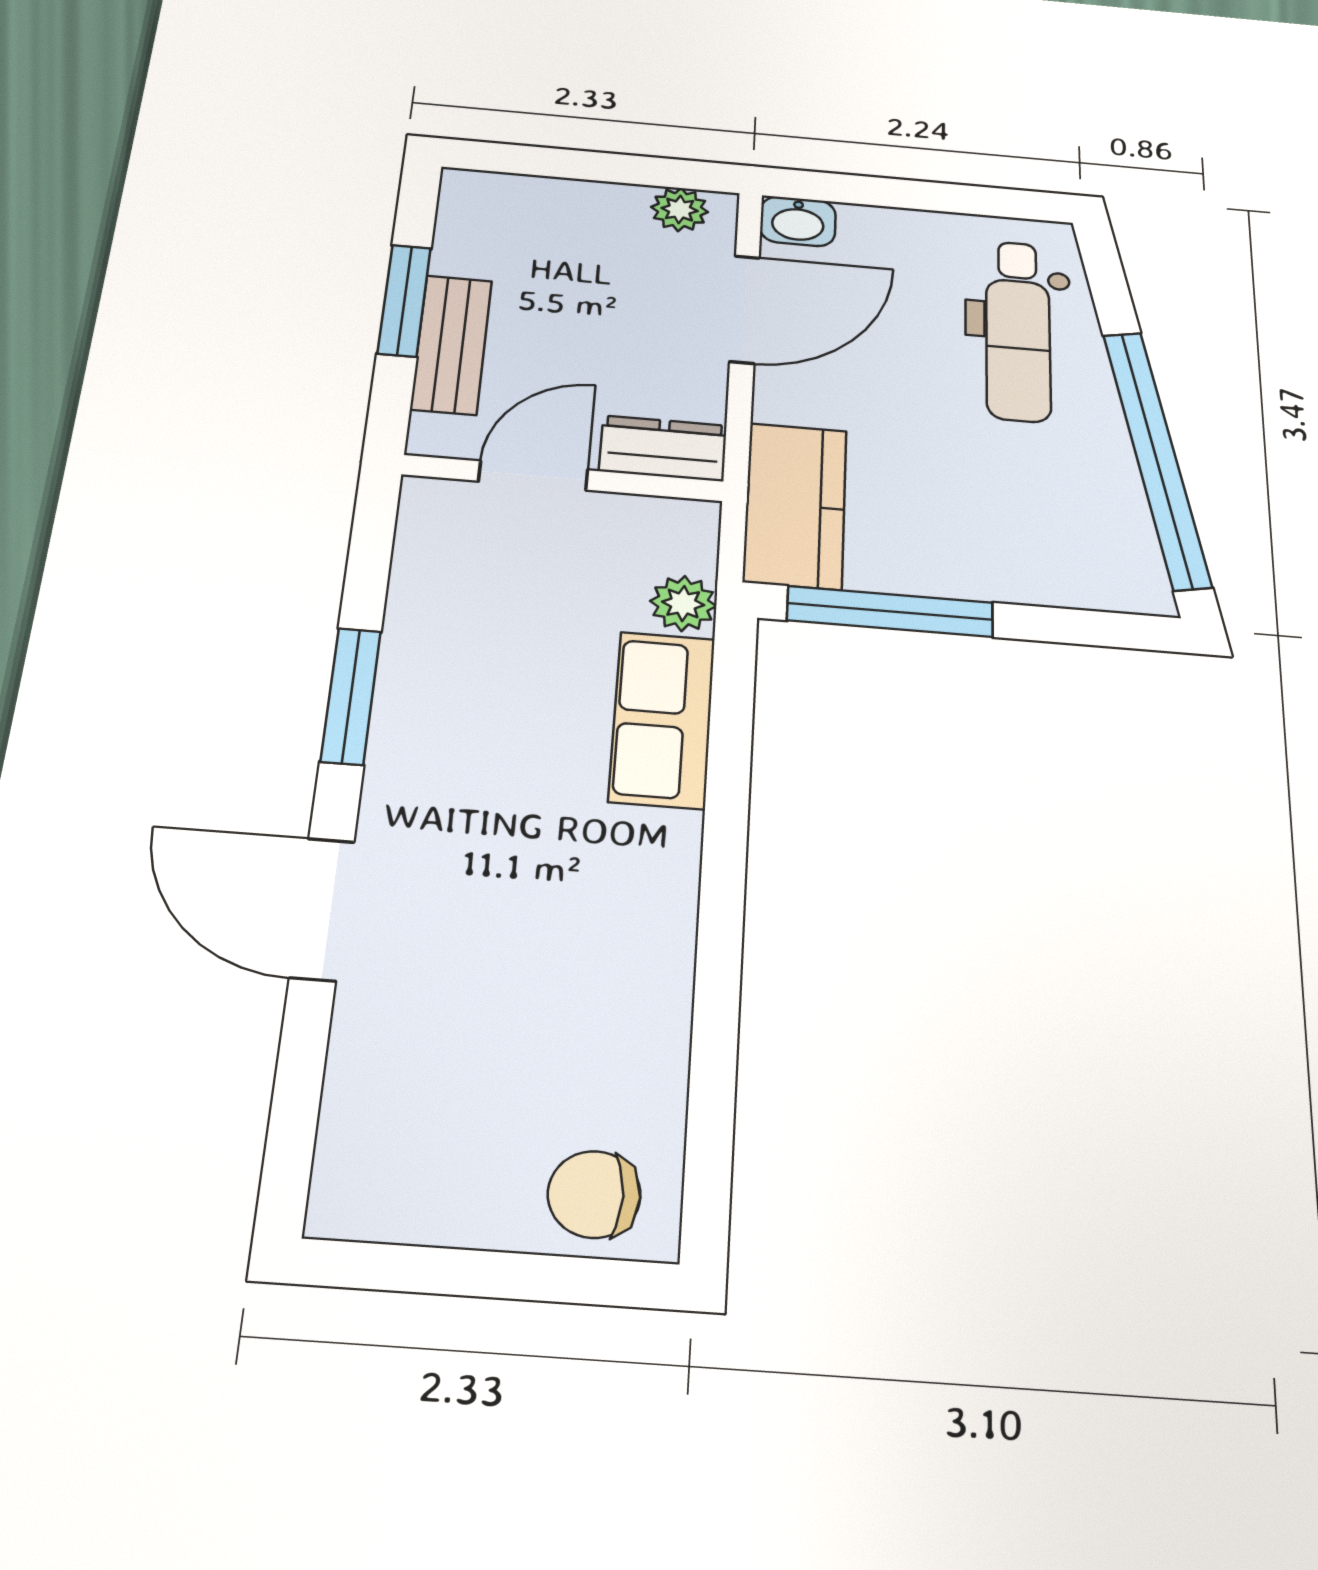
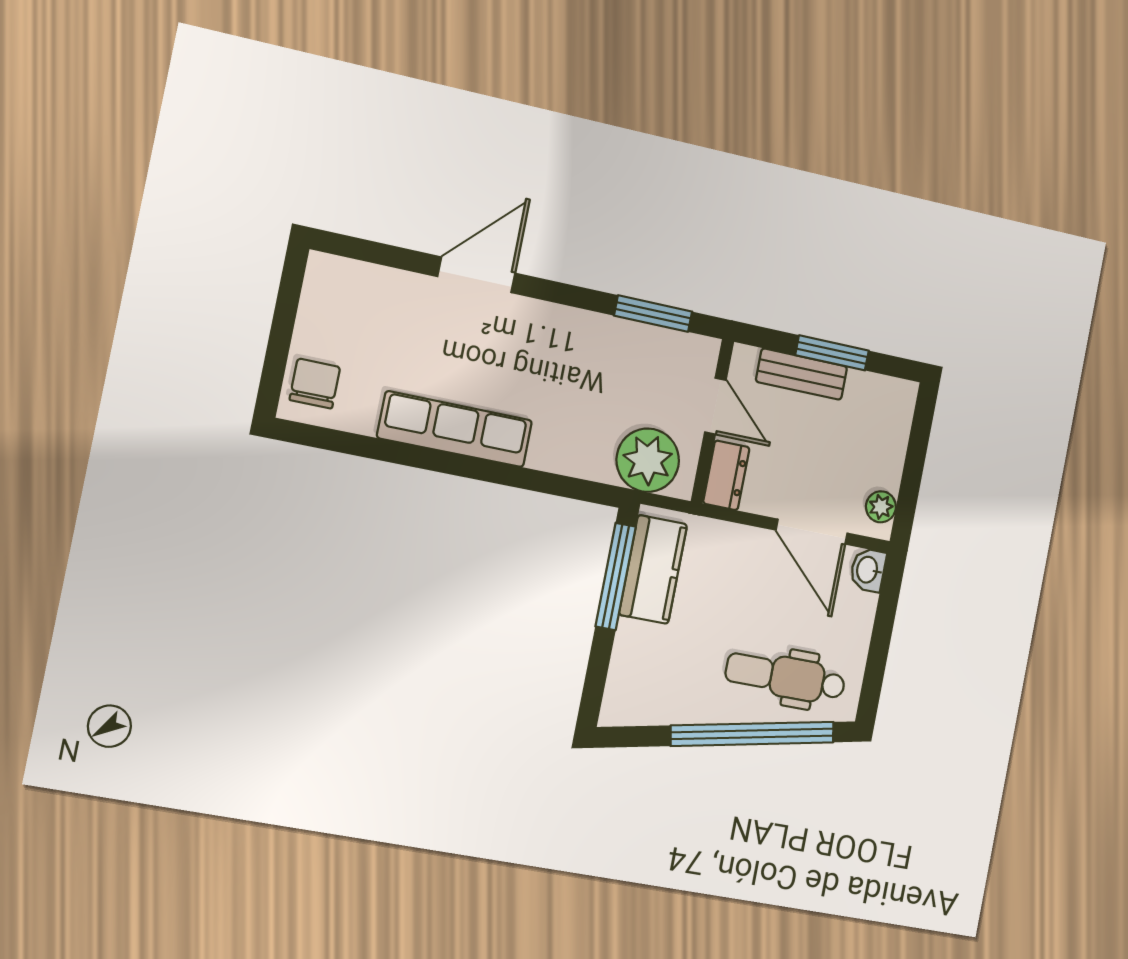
window: (1157, 458) -> (753, 734), moved
kitchen counter: (795, 505) -> (653, 569), moved, turned -90
plant: (683, 603) -> (648, 460), width x1.87, depth x1.87
window: (351, 696) -> (653, 314), moved
row of seats: (662, 719) -> (455, 429), moved, width x1.48

